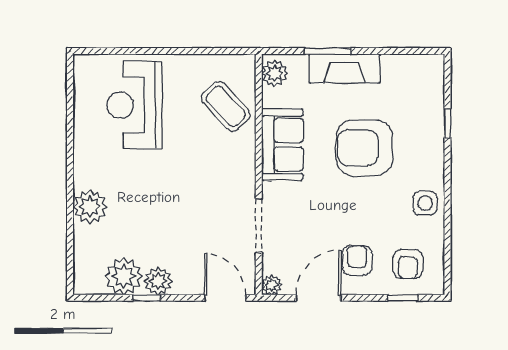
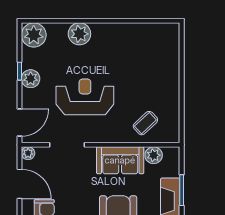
plant: (275, 73) -> (154, 155), moved
reception desk: (134, 105) -> (85, 97), moved
coffee table: (226, 106) -> (145, 123), width x0.73, depth x0.77
plant: (124, 276) -> (34, 35), moved

